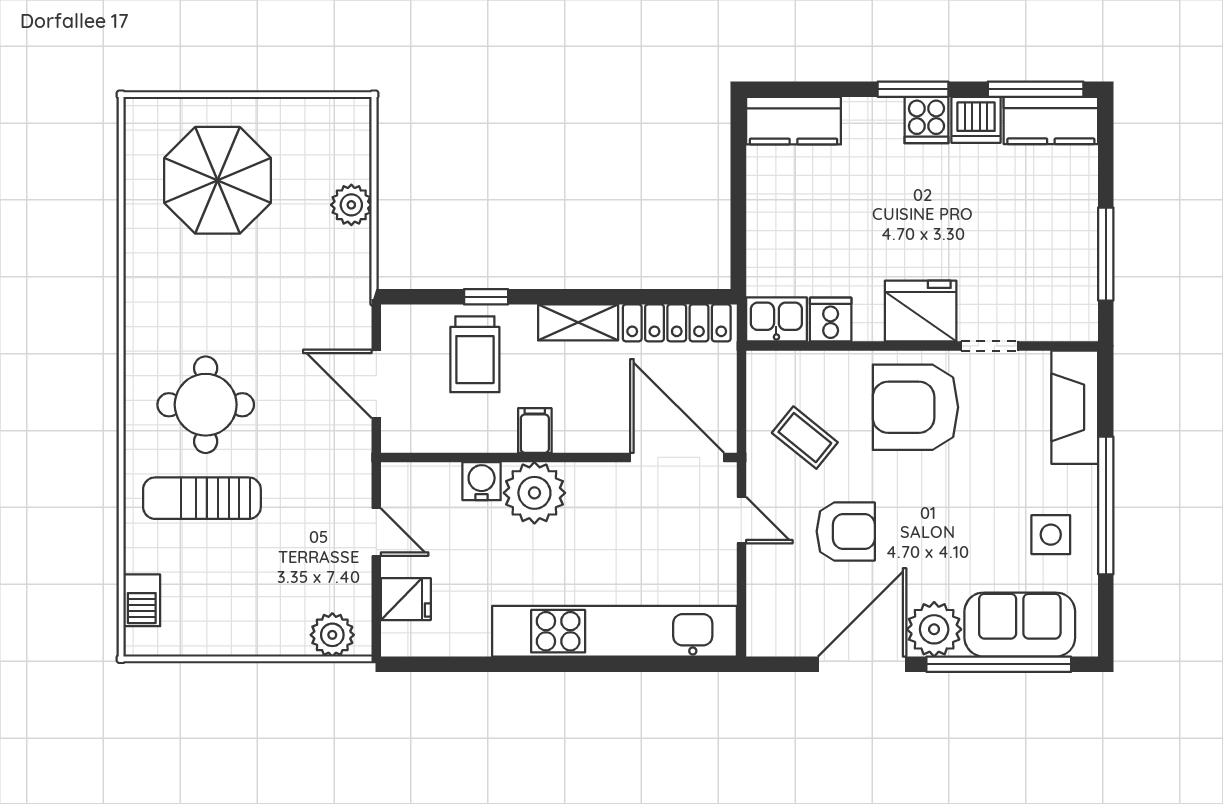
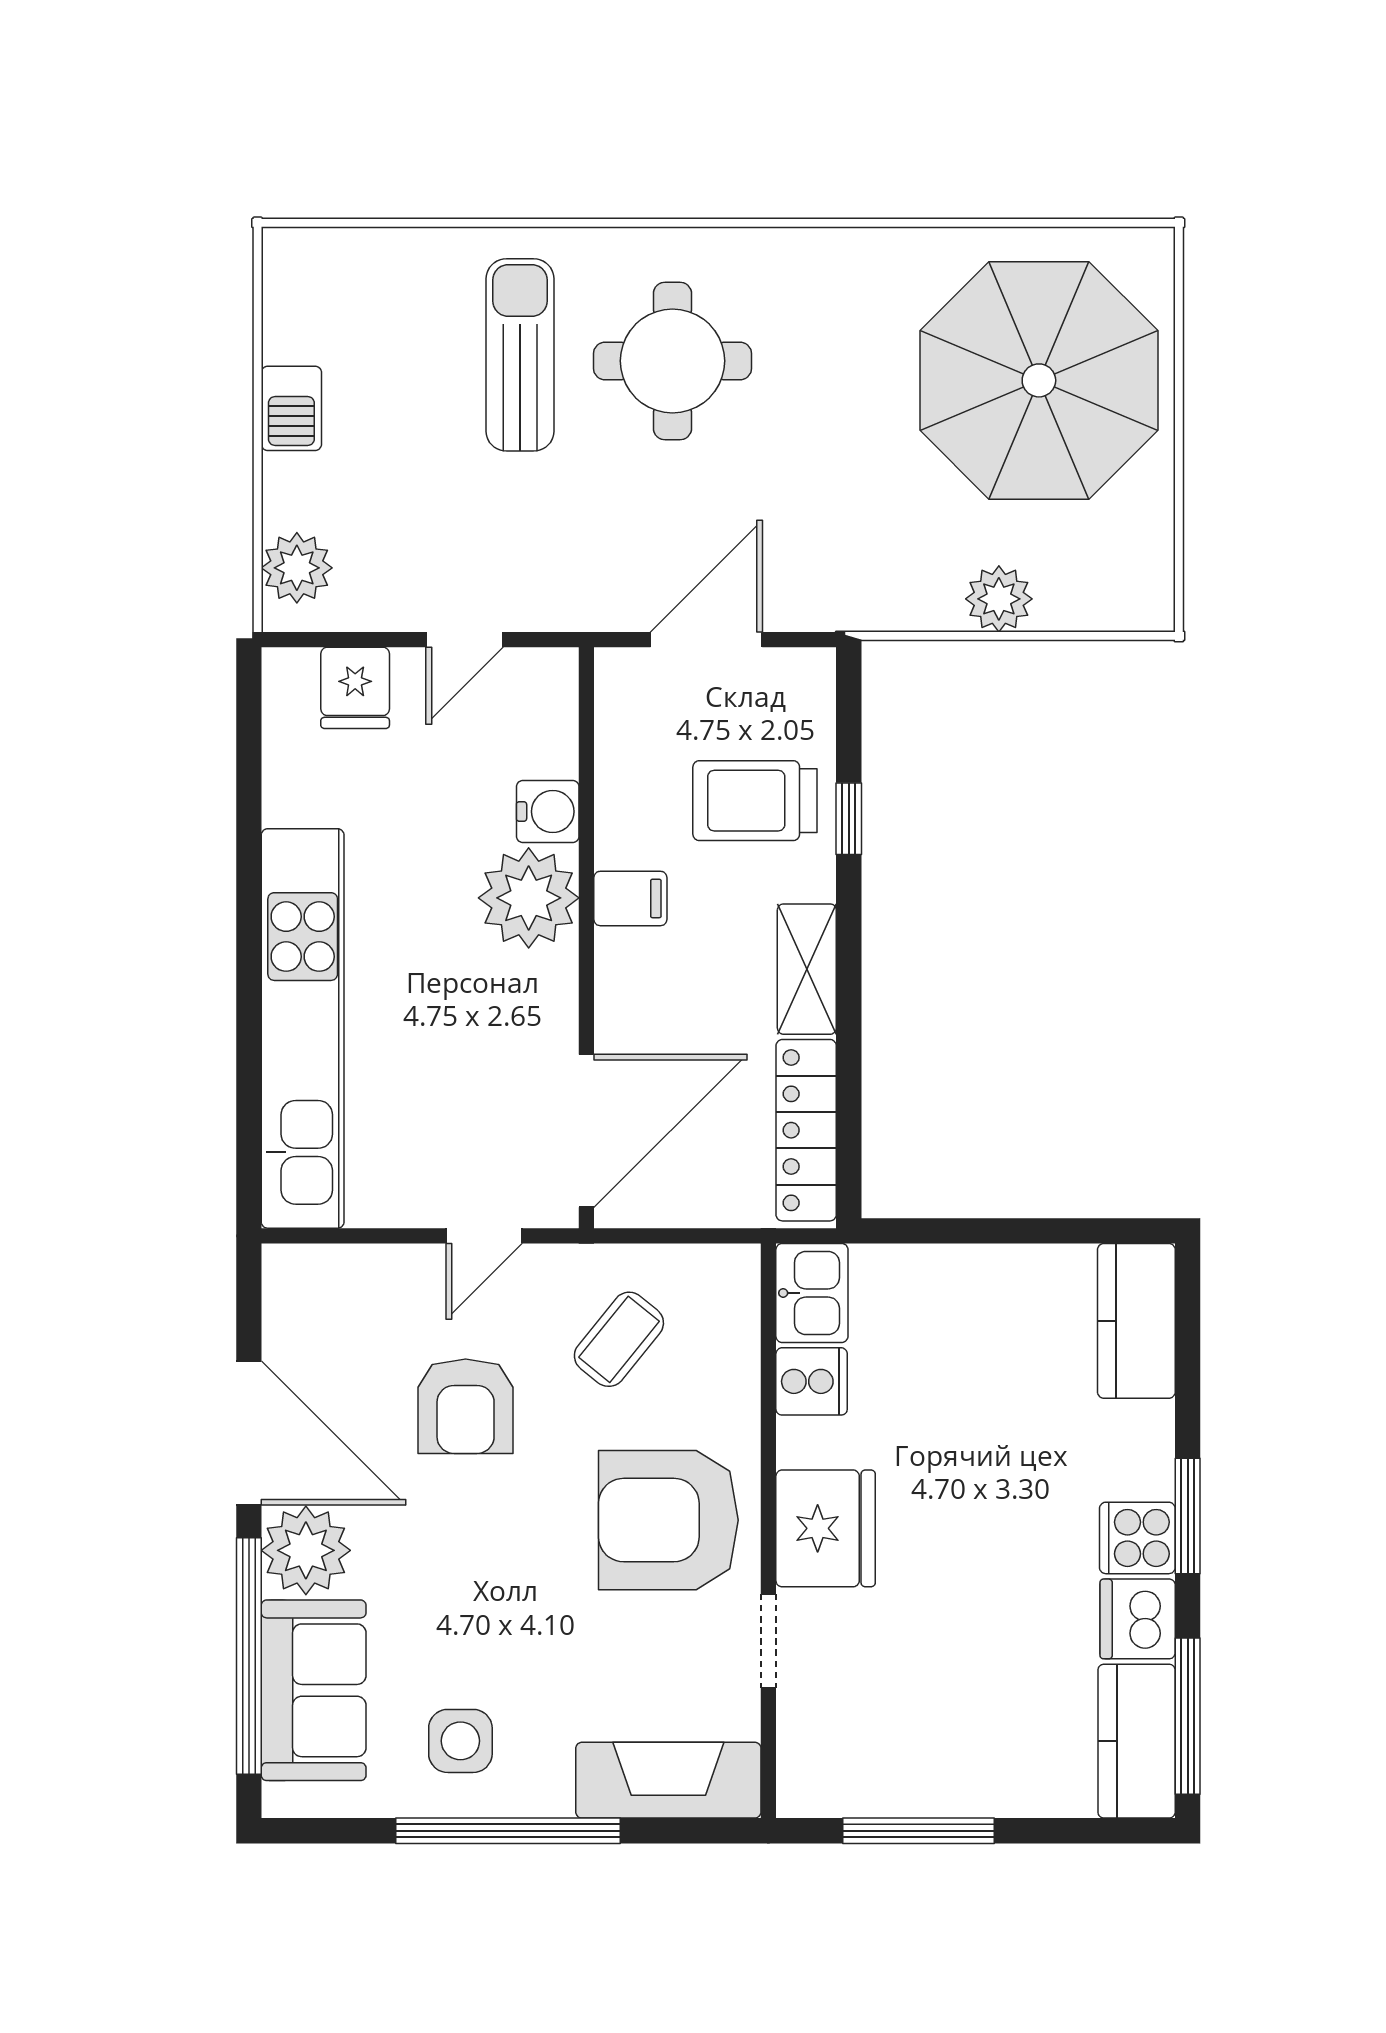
parasol: (218, 180) -> (1039, 380), width x1.36, depth x1.36
armchair: (915, 407) -> (668, 1520), turned -90
barbecue: (142, 600) -> (291, 408), moved, turned -90

